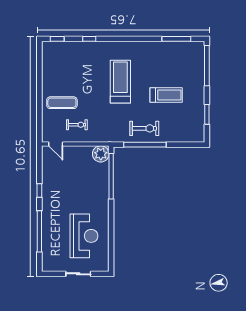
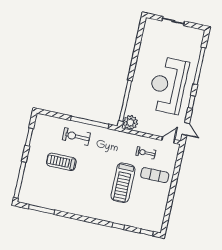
treadmill: (120, 82) -> (123, 183), moved
exercise bike: (144, 128) -> (76, 136), moved
door: (56, 144) -> (168, 140), hinge flipped
door: (39, 160) -> (186, 129), added
reception desk: (84, 236) -> (168, 85), moved, width x1.36, depth x1.30

